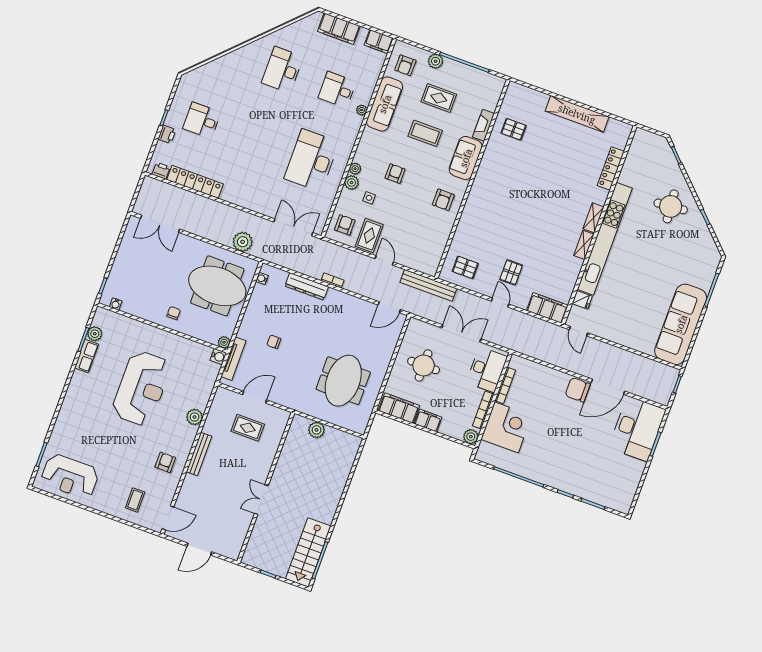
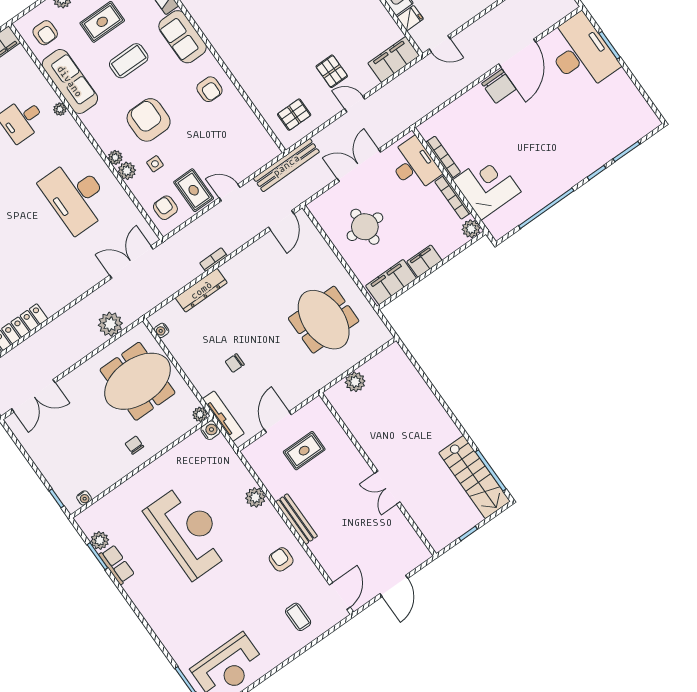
armchair: (395, 174) -> (149, 120), width x1.88, depth x1.88
chair: (578, 390) -> (499, 86), turned -90

